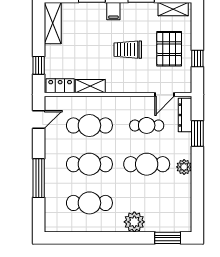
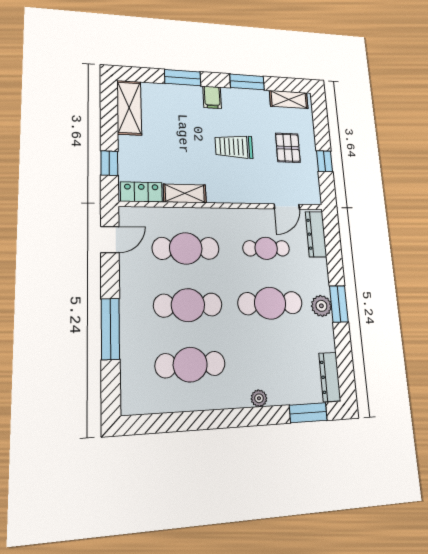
pallet: (169, 49) -> (288, 148), width x0.67, depth x0.71
window: (197, 134) -> (339, 304), moved
dresser: (185, 216) -> (330, 377), added
plant: (134, 222) -> (259, 398), width x0.53, depth x0.53

